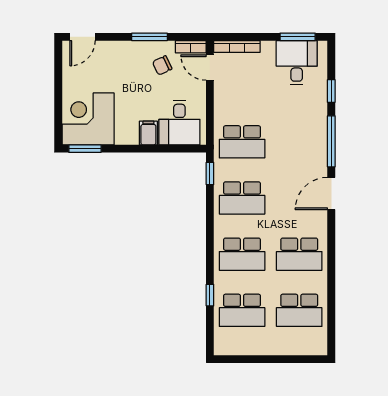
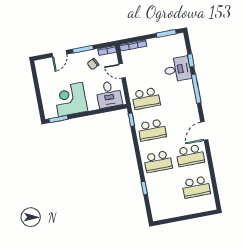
door: (83, 37) -> (59, 54), moved
desk: (297, 63) -> (178, 69), moved, turned 90
door: (210, 68) -> (122, 71), moved
corner desk: (88, 119) -> (70, 99), moved
filing cabinet: (148, 133) -> (92, 103), removed
door: (331, 193) -> (204, 131), moved
school desk: (242, 310) -> (164, 193), removed

